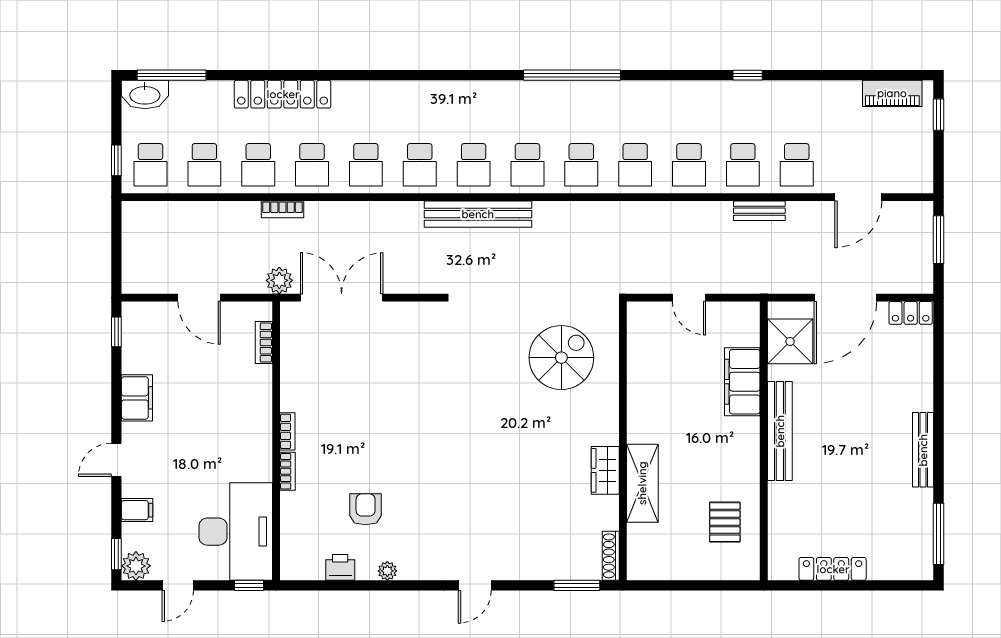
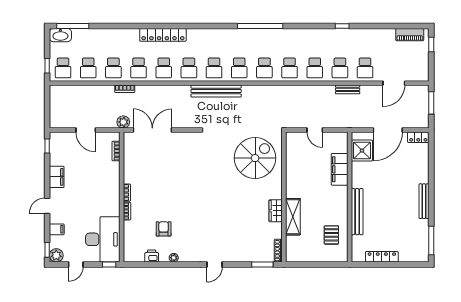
locker: (283, 94) -> (163, 35), moved
spiral stairs: (561, 358) -> (255, 158), width x1.37, depth x1.37
bench: (780, 431) -> (357, 212), moved

